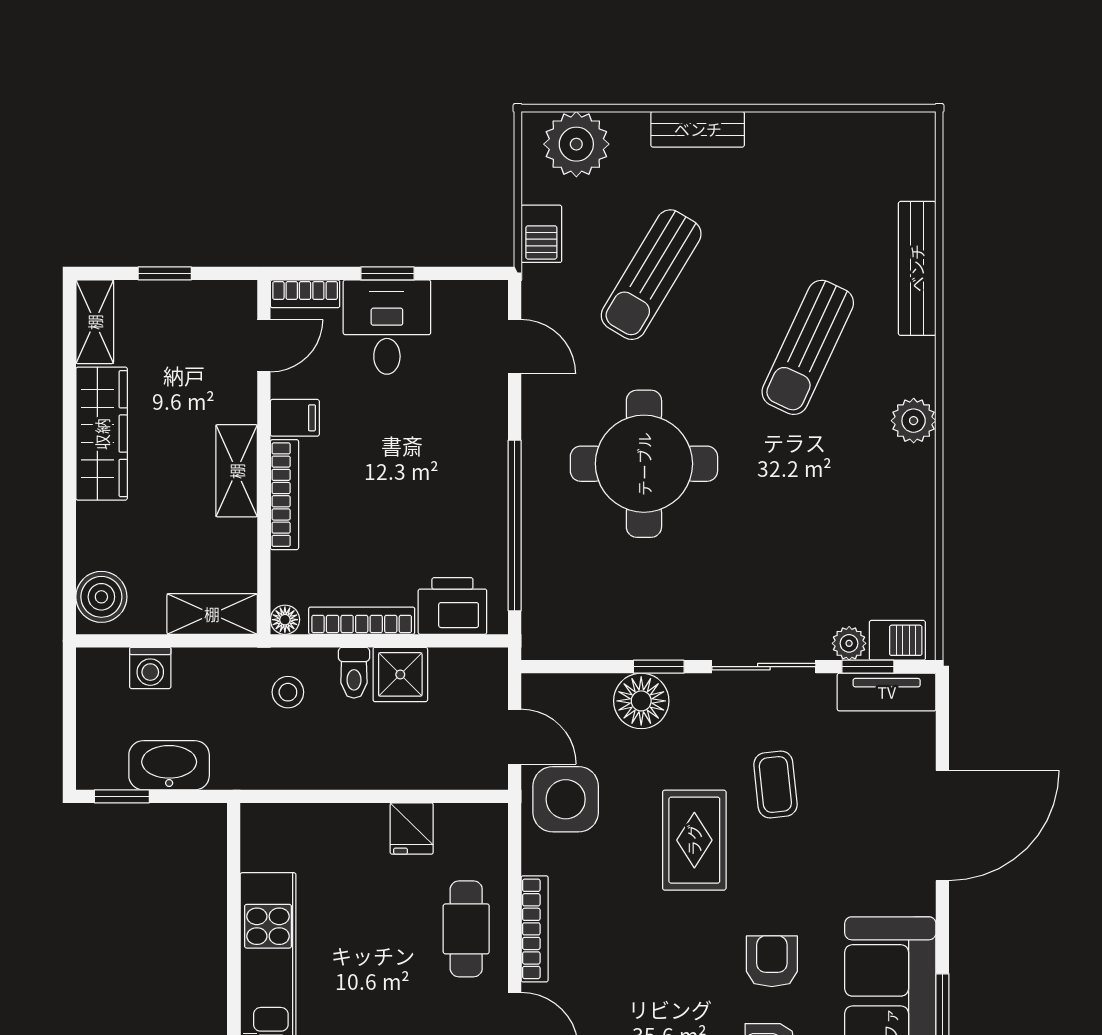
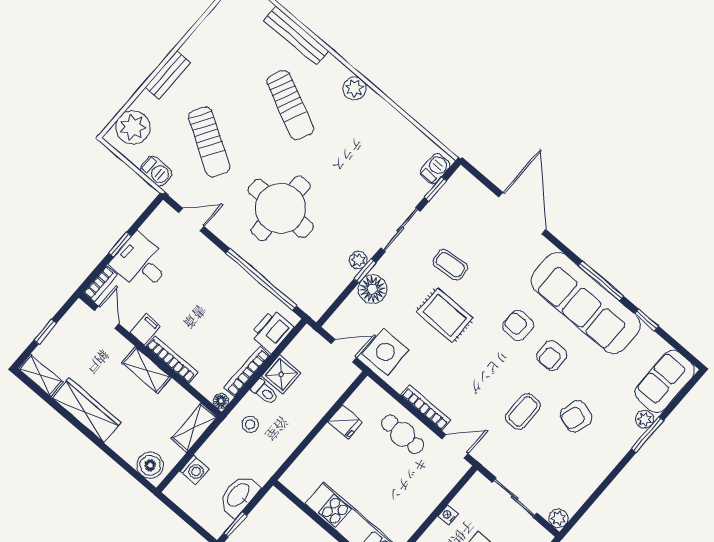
plant: (849, 643) -> (358, 260), moved
tv unit: (887, 692) -> (452, 190), removed

